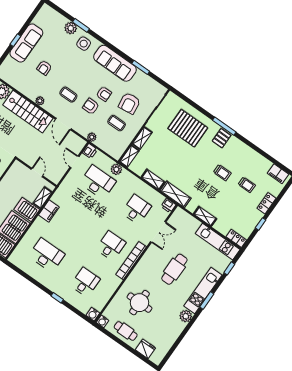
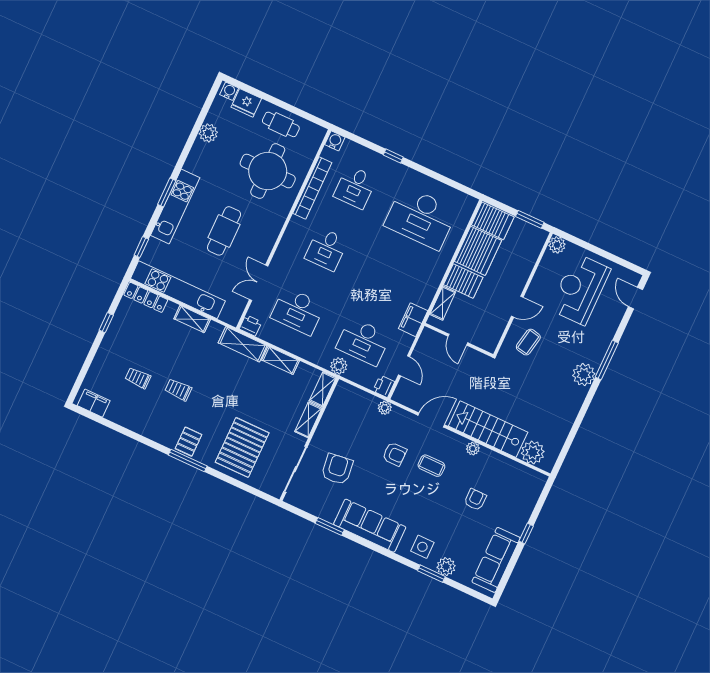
sofa: (26, 43) -> (496, 560), moved
armchair: (104, 94) -> (378, 476), removed
coffee table: (117, 123) -> (351, 436), removed
door: (63, 124) -> (431, 420), hinge flipped
pallet: (188, 128) -> (242, 447), turned 90
locker: (266, 203) -> (103, 355), removed
desk: (136, 209) -> (298, 311), width x1.37
filing cabinet: (49, 211) -> (413, 320), moved
locker: (236, 238) -> (146, 297), width x1.53
kitchen unit: (218, 242) -> (178, 290), width x1.36
desk: (47, 255) -> (421, 218), width x1.36, depth x1.30
bookcase: (131, 261) -> (312, 188), moved
round table: (139, 303) -> (268, 171), width x1.36, depth x1.36
plant: (186, 316) -> (208, 133), moved
water cooler: (103, 321) -> (229, 91), moved

